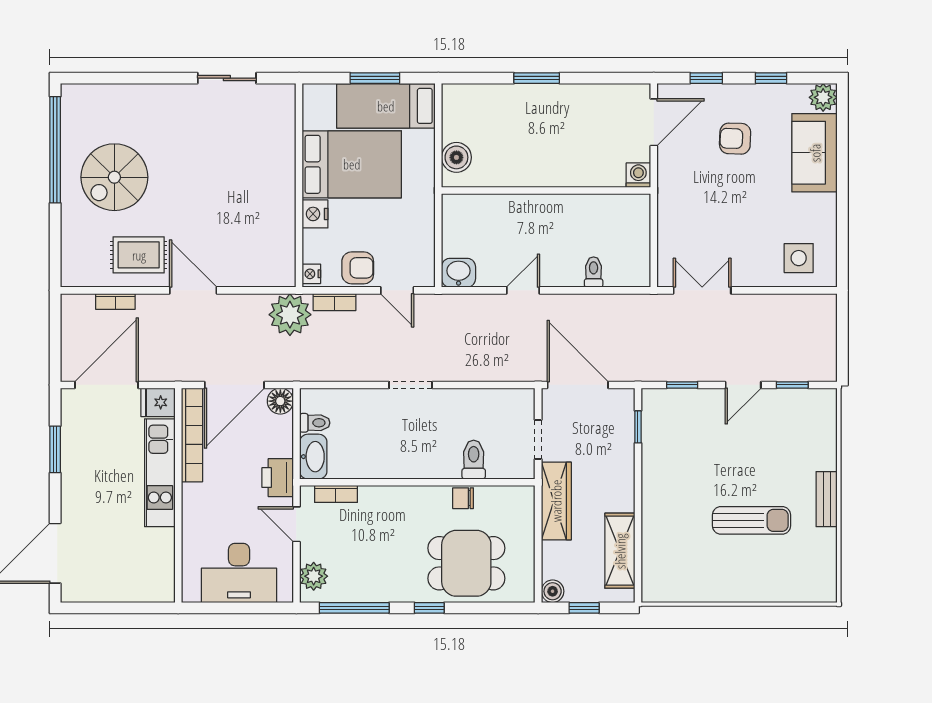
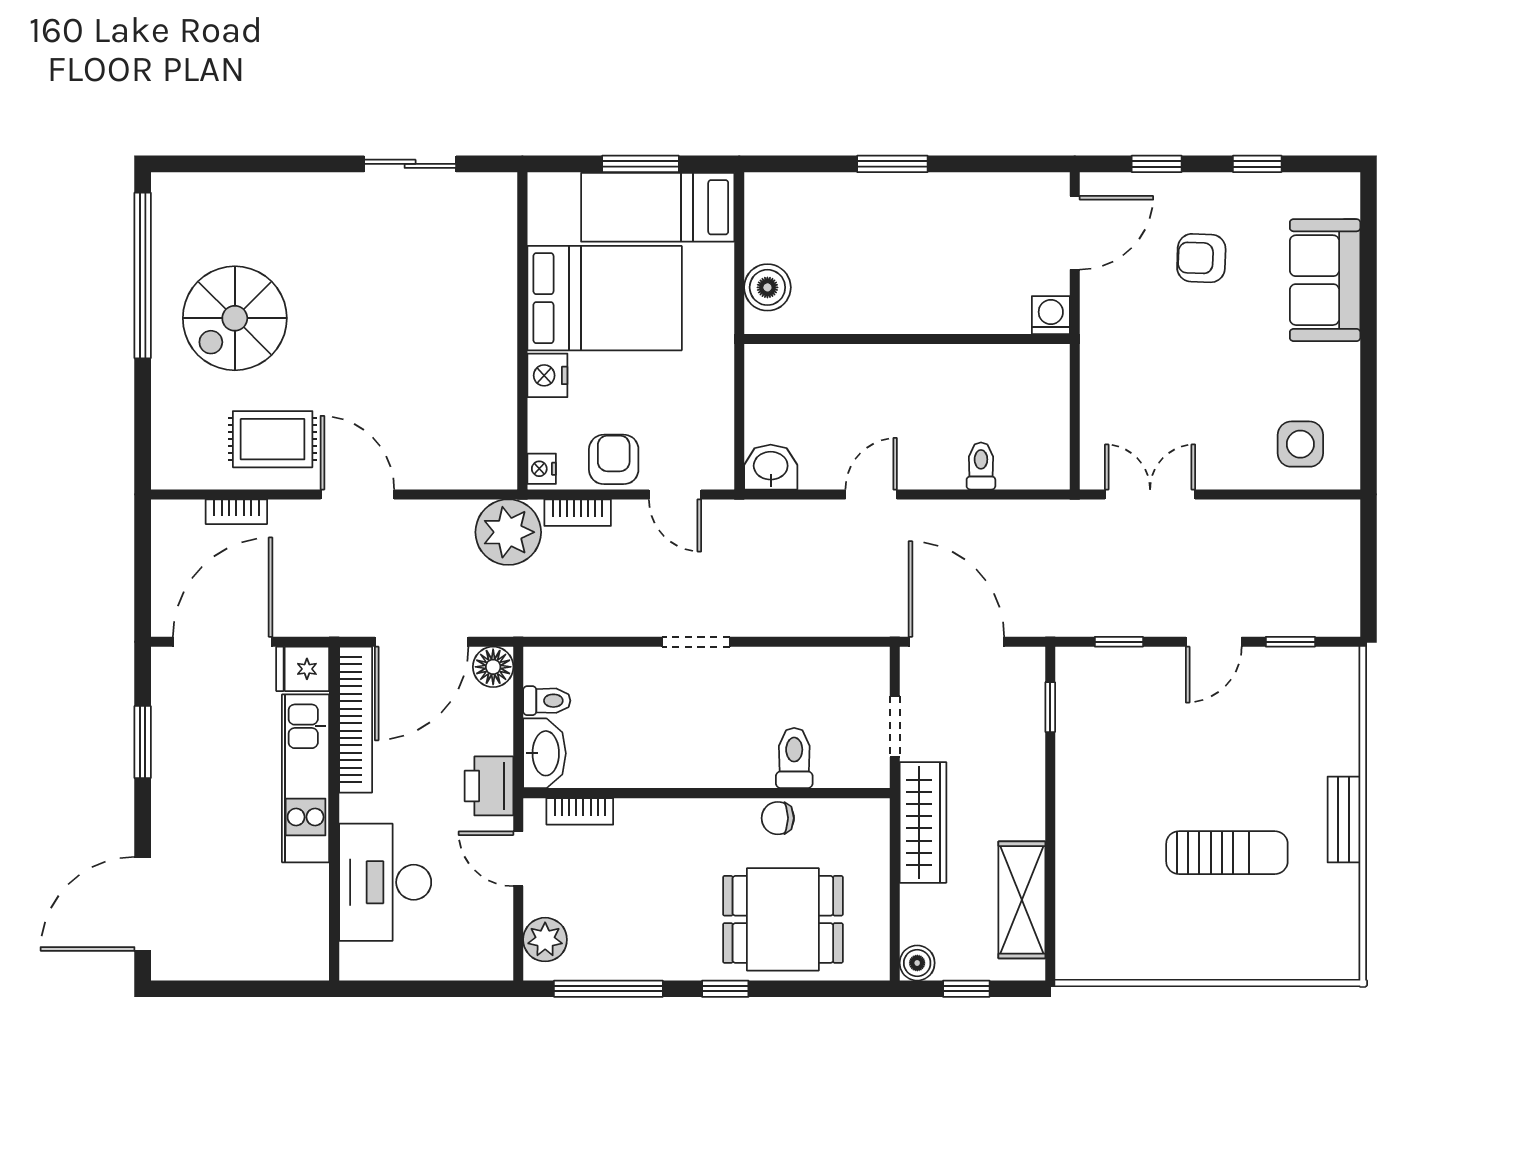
plant: (823, 97) -> (1338, 194), removed
armchair: (358, 268) -> (614, 459), turned -90
desk: (239, 573) -> (385, 882), moved, turned 90

